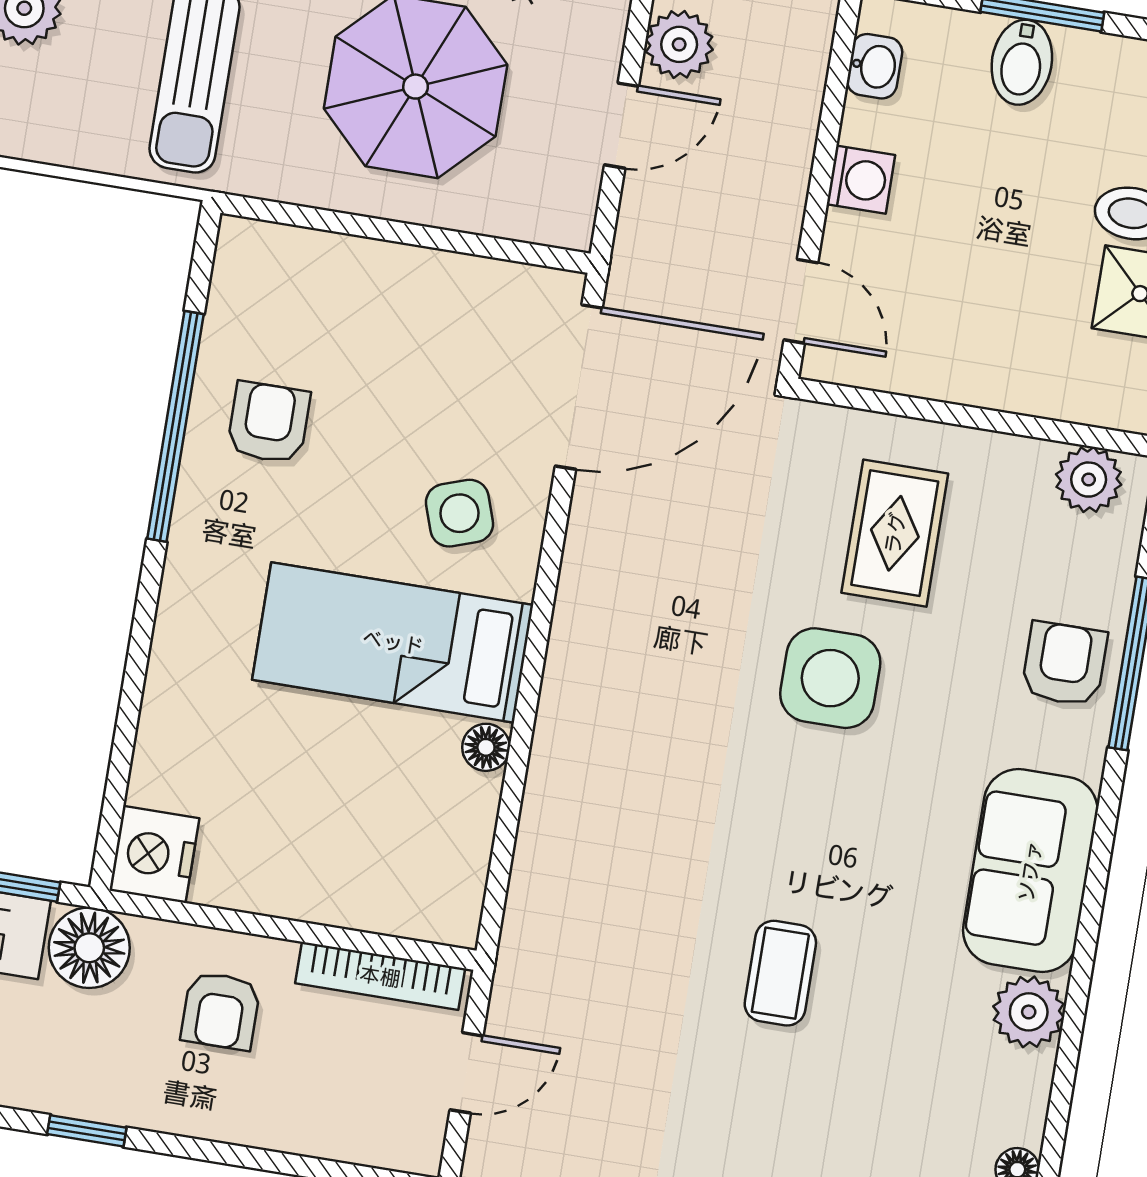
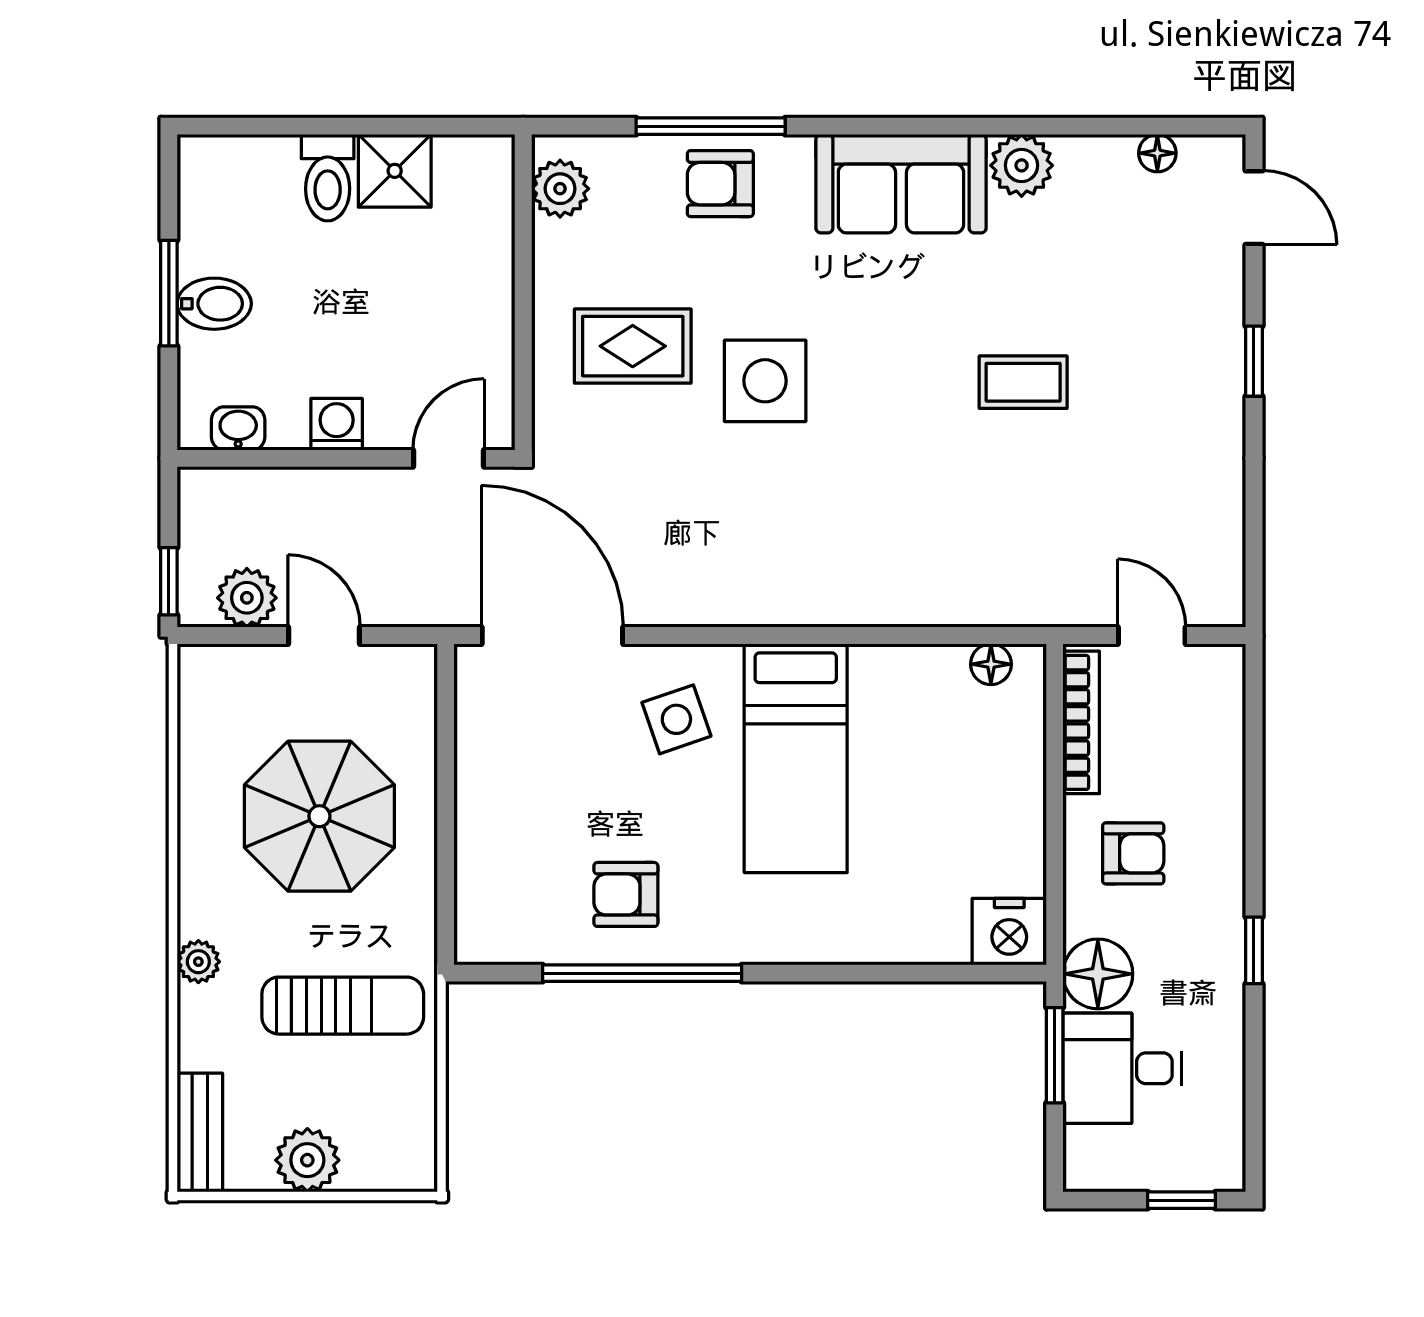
floor lamp: (486, 747) -> (991, 664), moved

